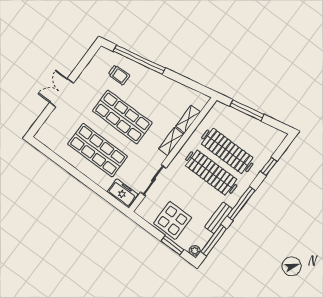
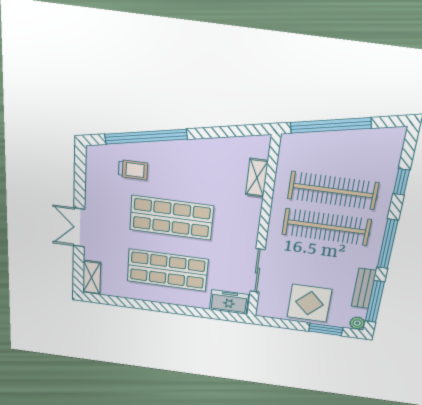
window: (247, 110) -> (331, 125), width x1.46
shelving: (171, 141) -> (92, 278), moved
bench: (219, 218) -> (364, 288), moved

